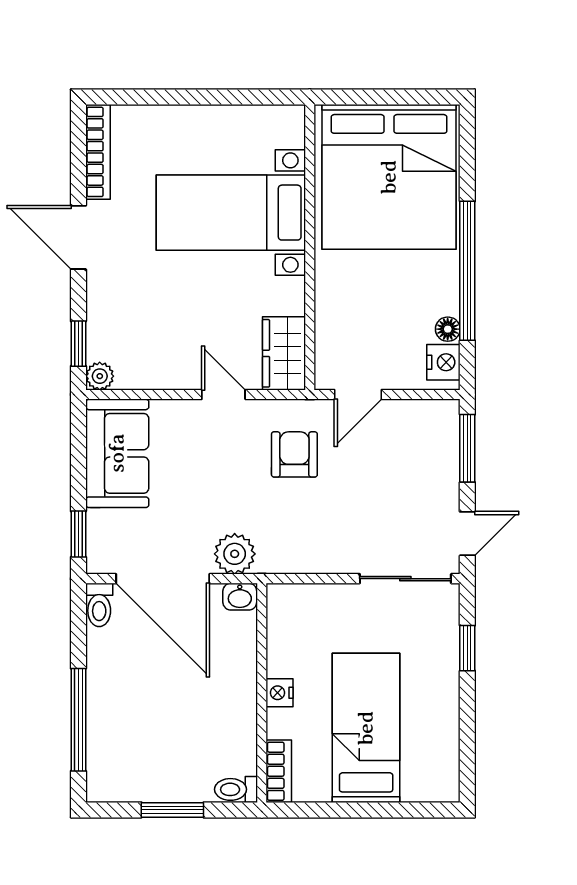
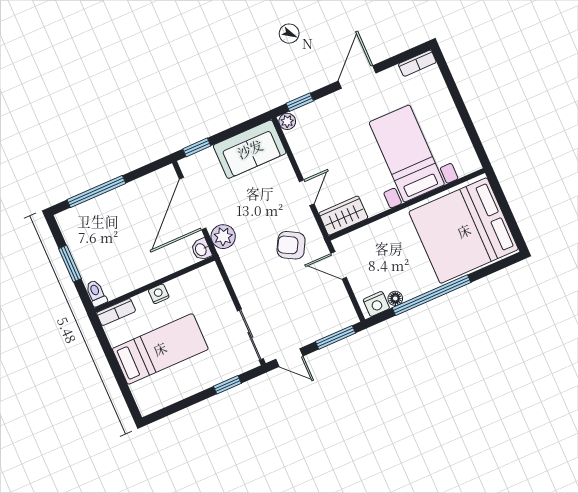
bookcase: (98, 152) -> (417, 63), width x0.64
armchair: (294, 454) -> (291, 245), turned -151
toilet: (99, 605) -> (163, 175), removed

